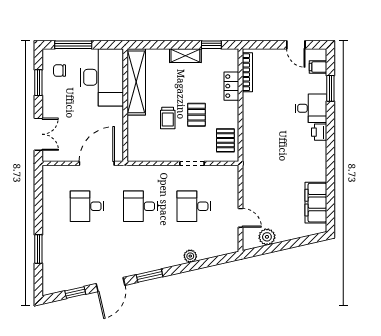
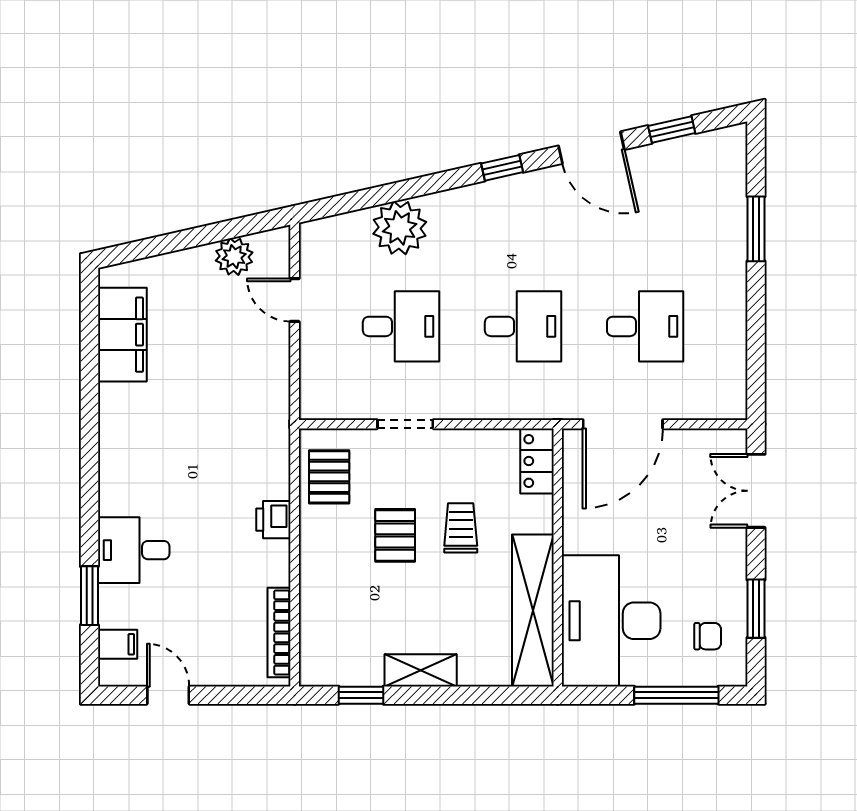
locker: (231, 86) -> (537, 461), moved, turned 180
printer: (319, 132) -> (273, 520), moved, turned 180
plant: (190, 256) -> (400, 228), width x1.88, depth x1.88
window: (150, 276) -> (502, 168), width x0.67
door: (110, 285) -> (591, 148), swing flipped

